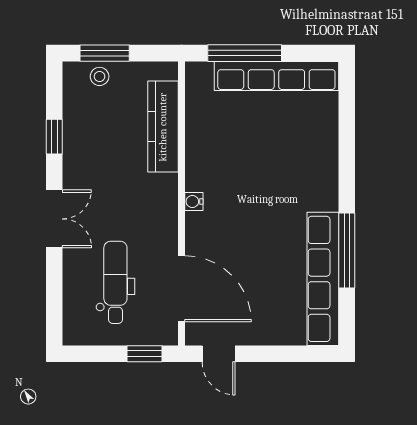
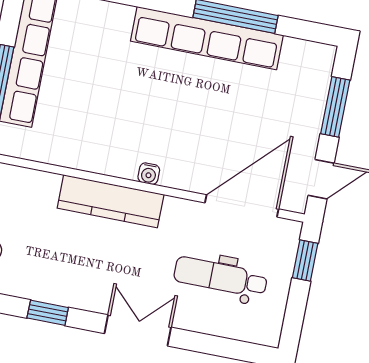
kitchen counter: (163, 127) -> (111, 201), moved
row of seats: (323, 279) -> (207, 38), moved
window: (285, 354) -> (335, 107), added

